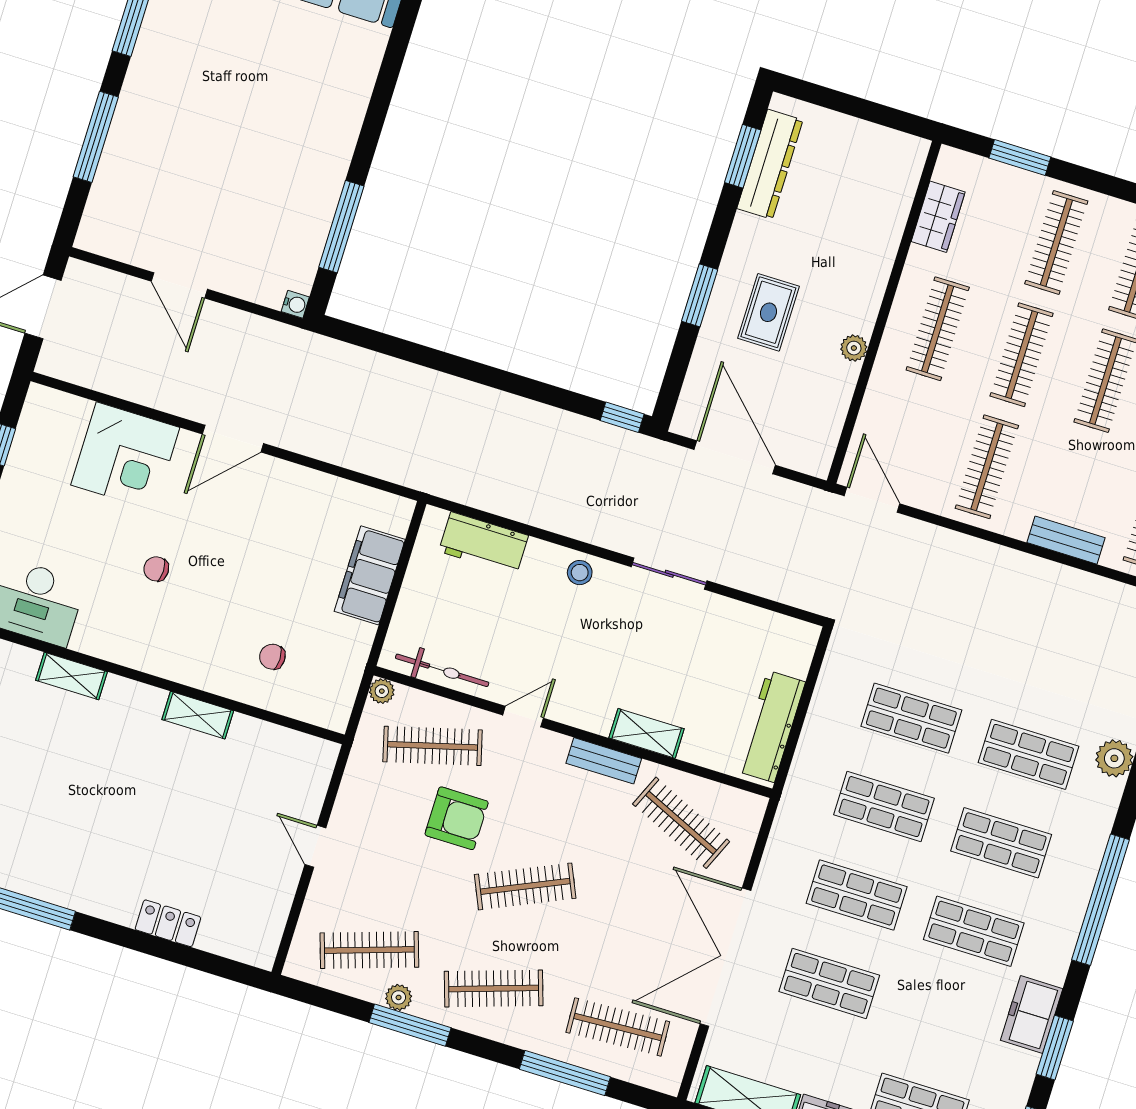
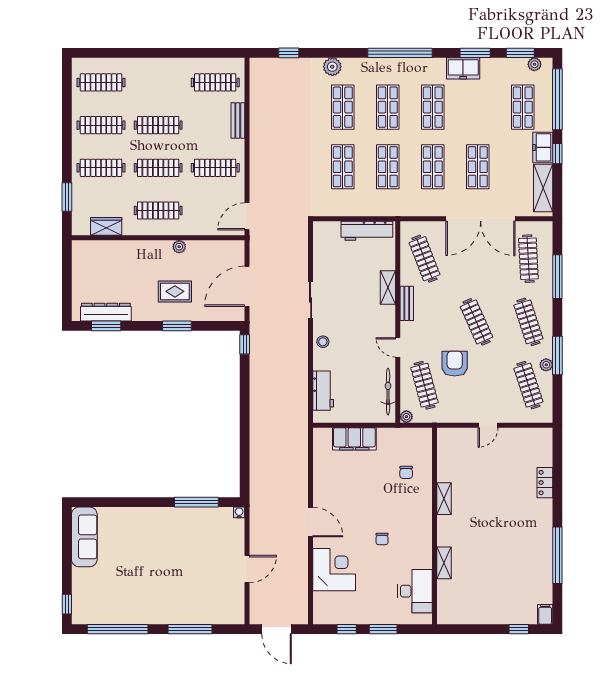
clothes rail: (681, 823) -> (424, 259), turned -45

